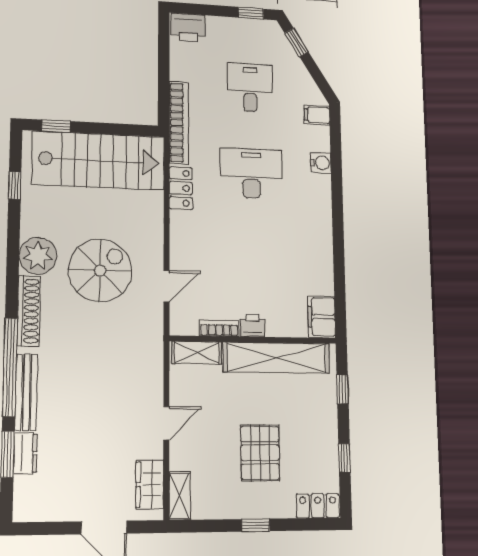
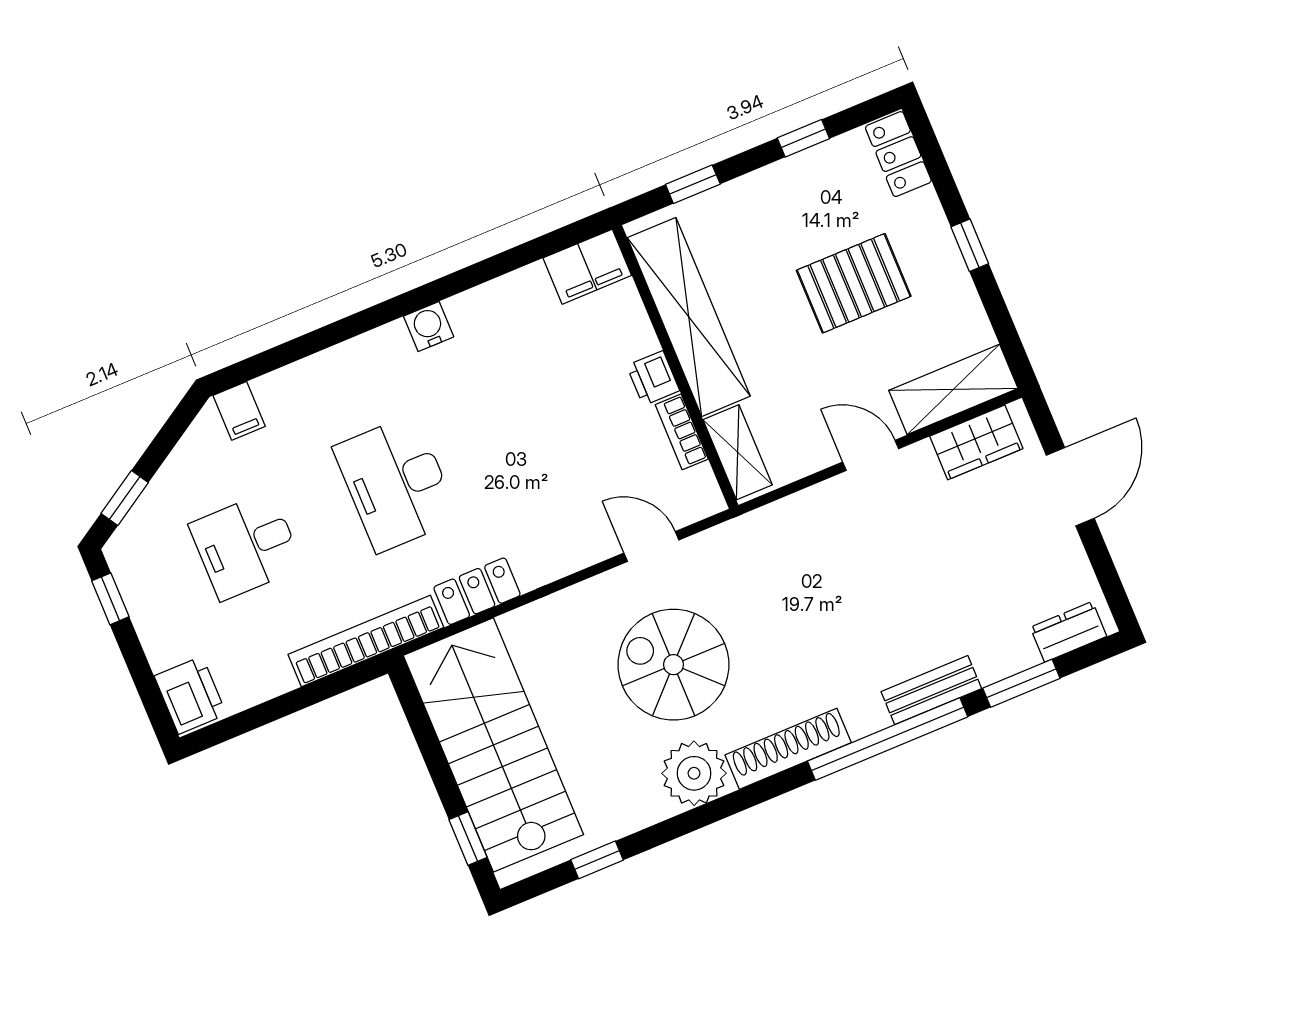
water cooler: (321, 163) -> (429, 326), moved
bench: (26, 392) -> (931, 690), width x0.73
dresser: (25, 453) -> (1069, 632), moved
shelving: (180, 496) -> (953, 389), width x1.50, depth x1.33

